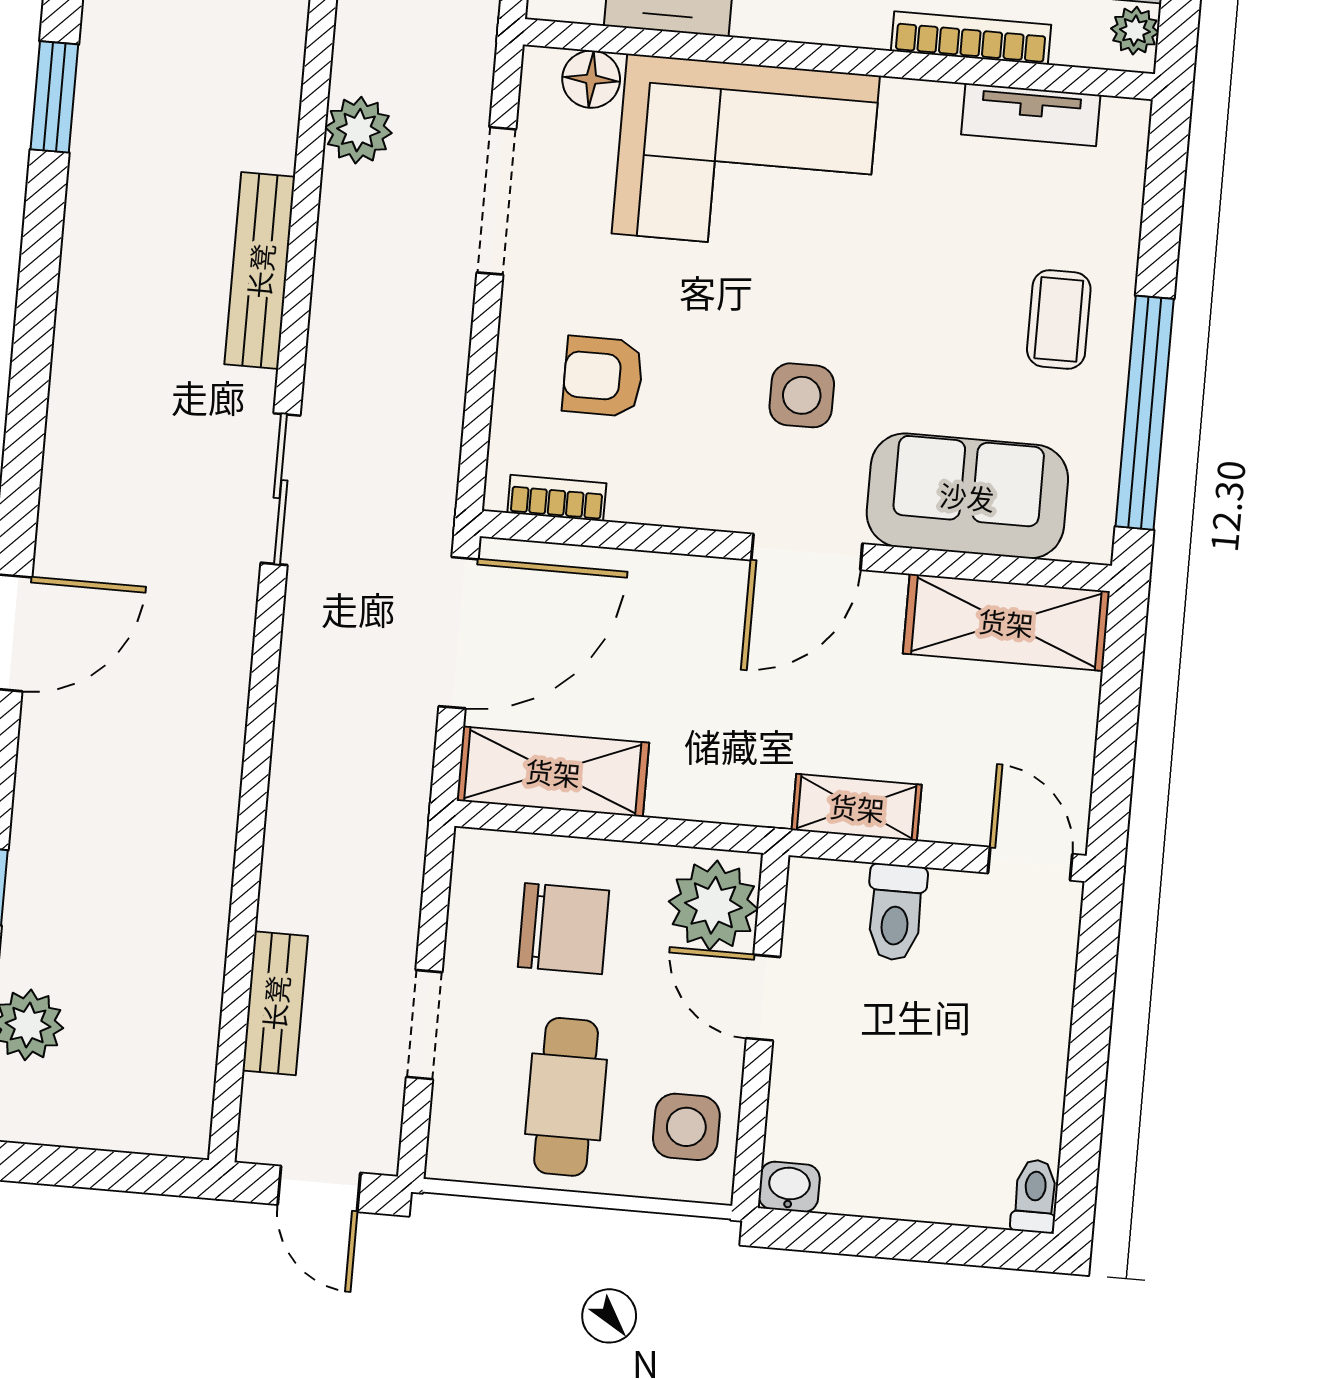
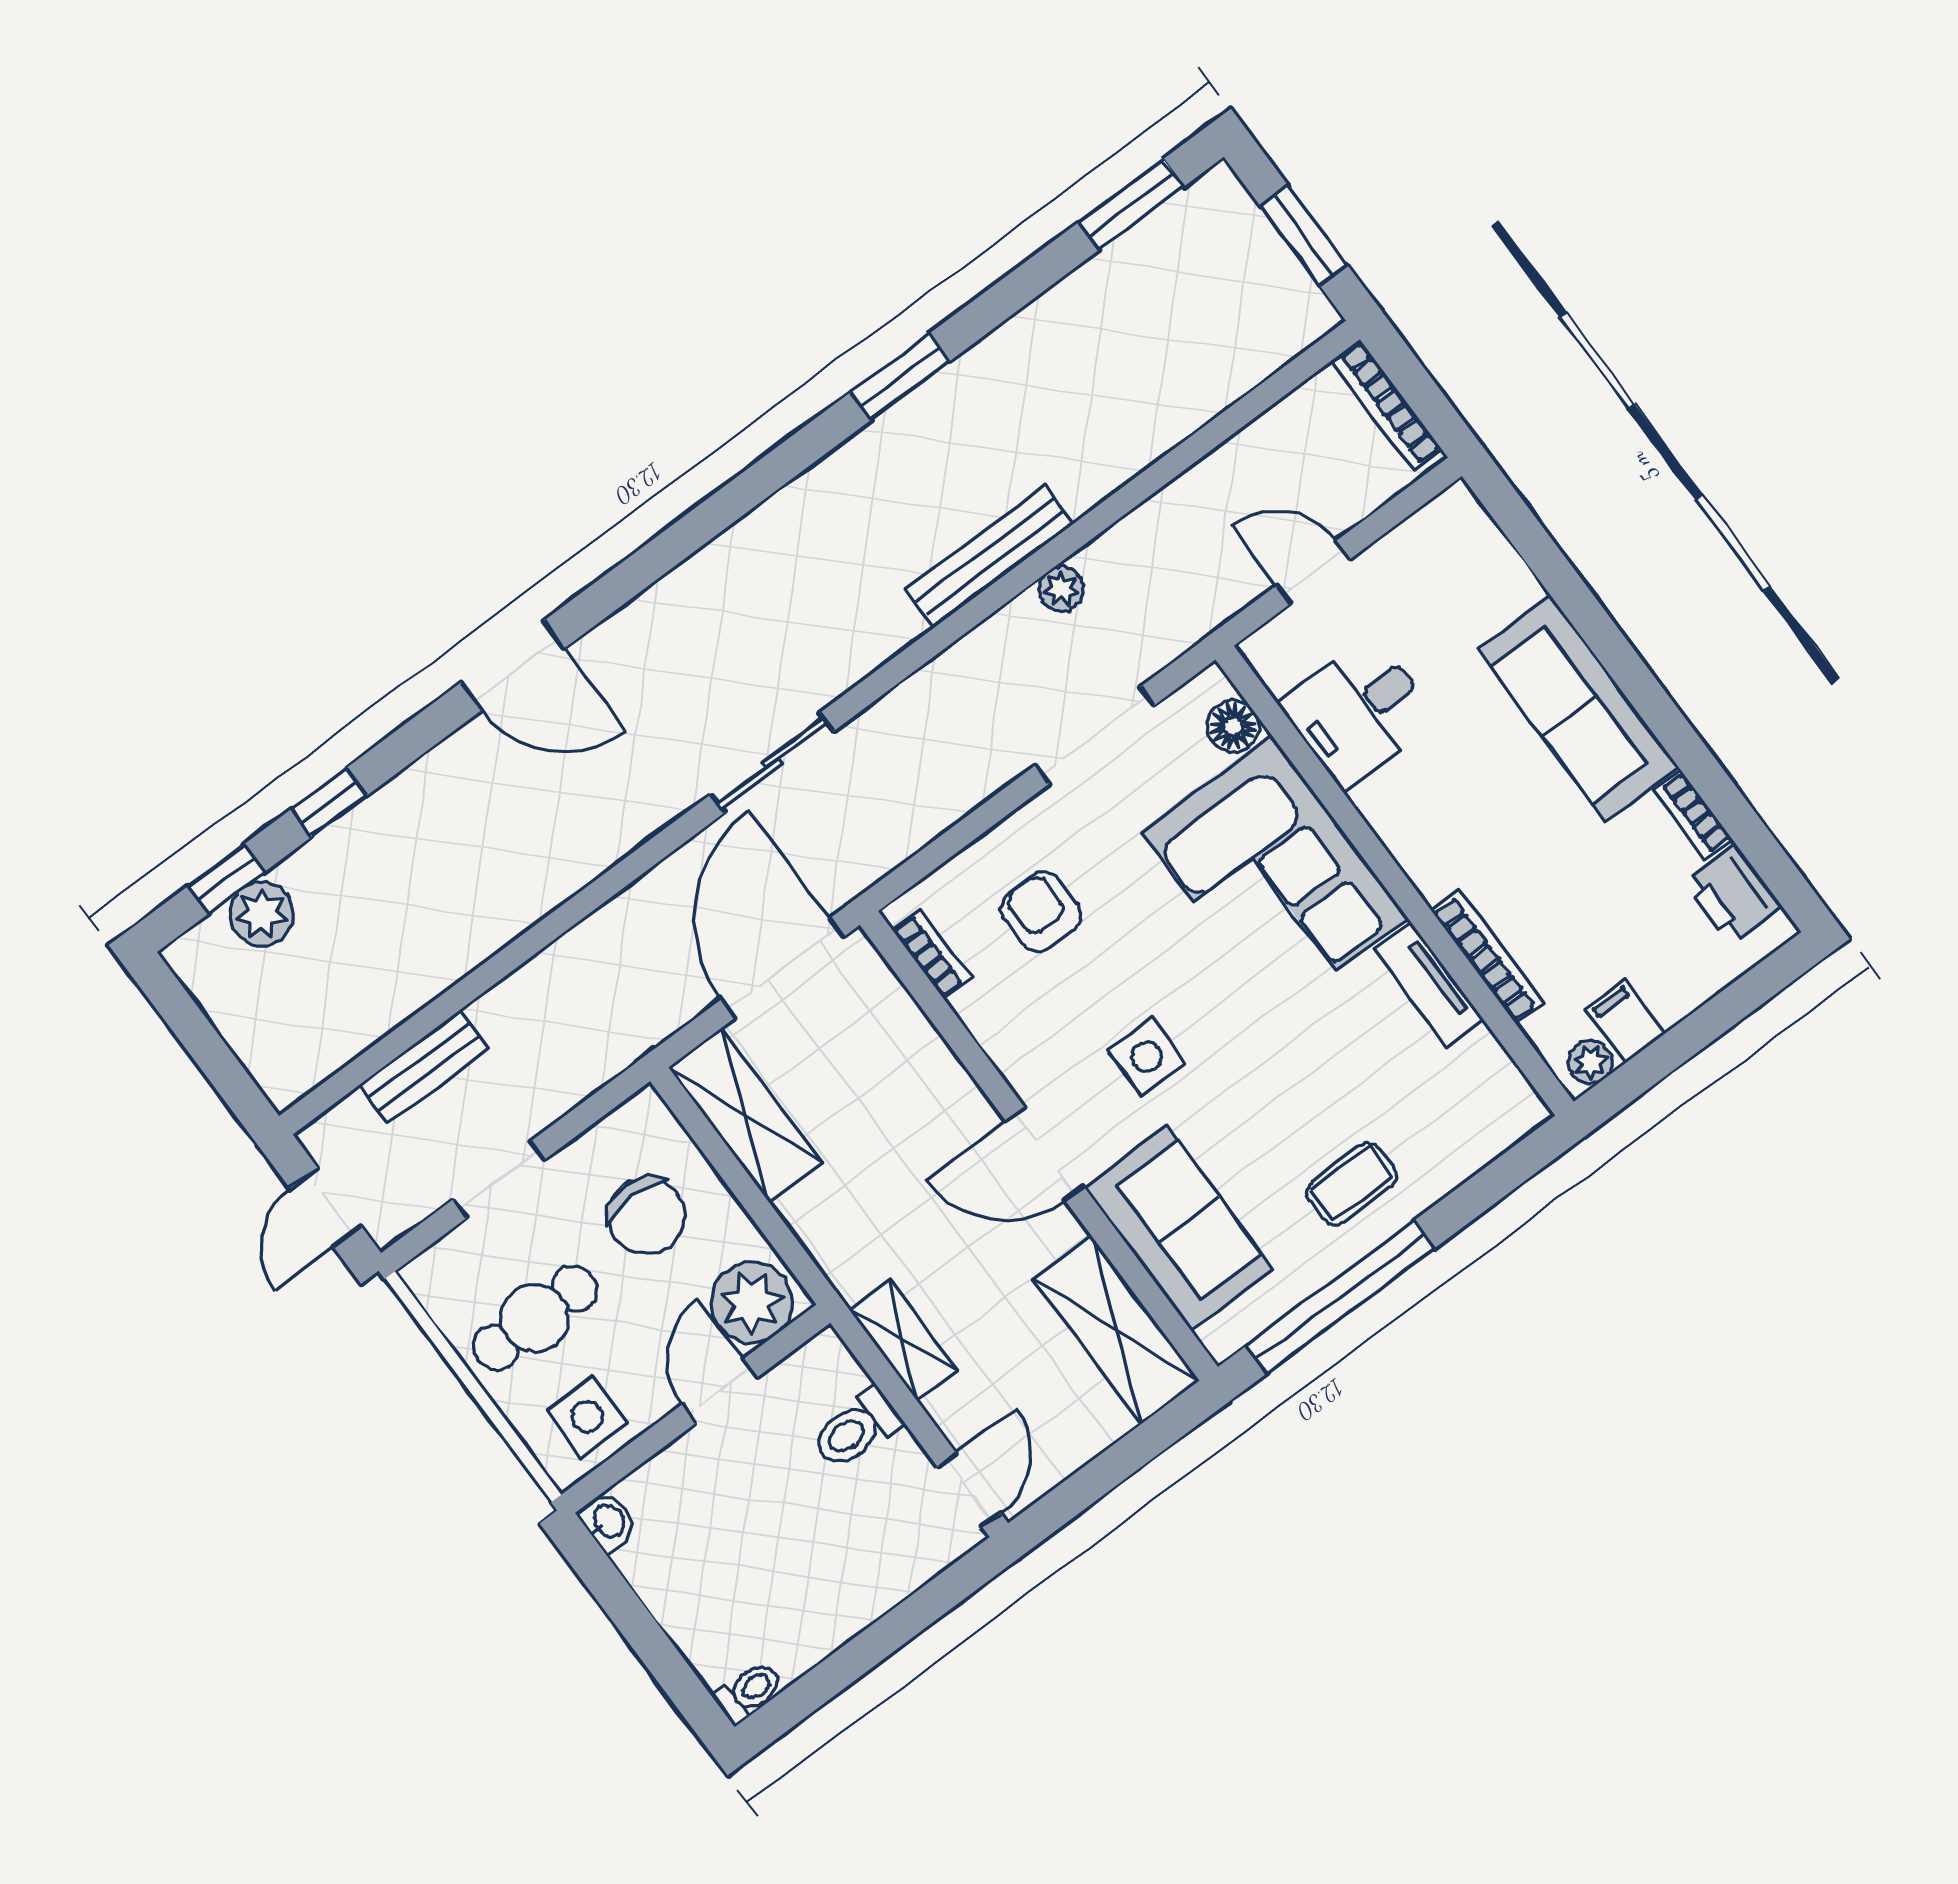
tv unit: (1031, 115) -> (1429, 984), moved
plant: (358, 130) -> (1061, 589), width x0.73, depth x0.73
bench: (260, 271) -> (990, 556), moved
door: (458, 633) -> (782, 968), swing flipped

